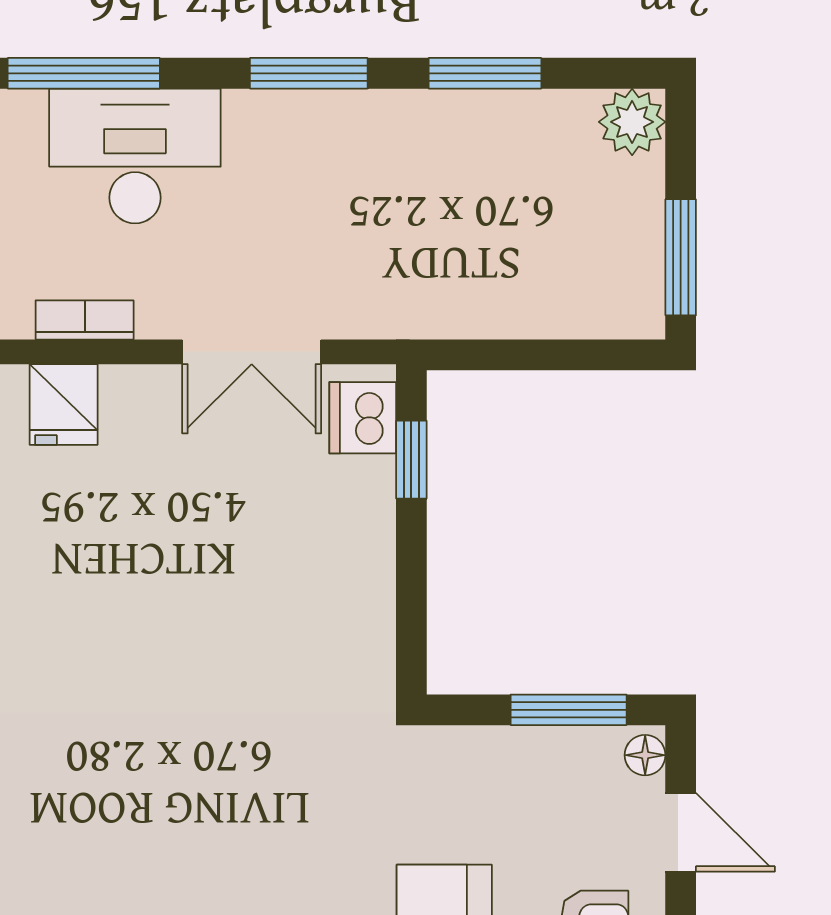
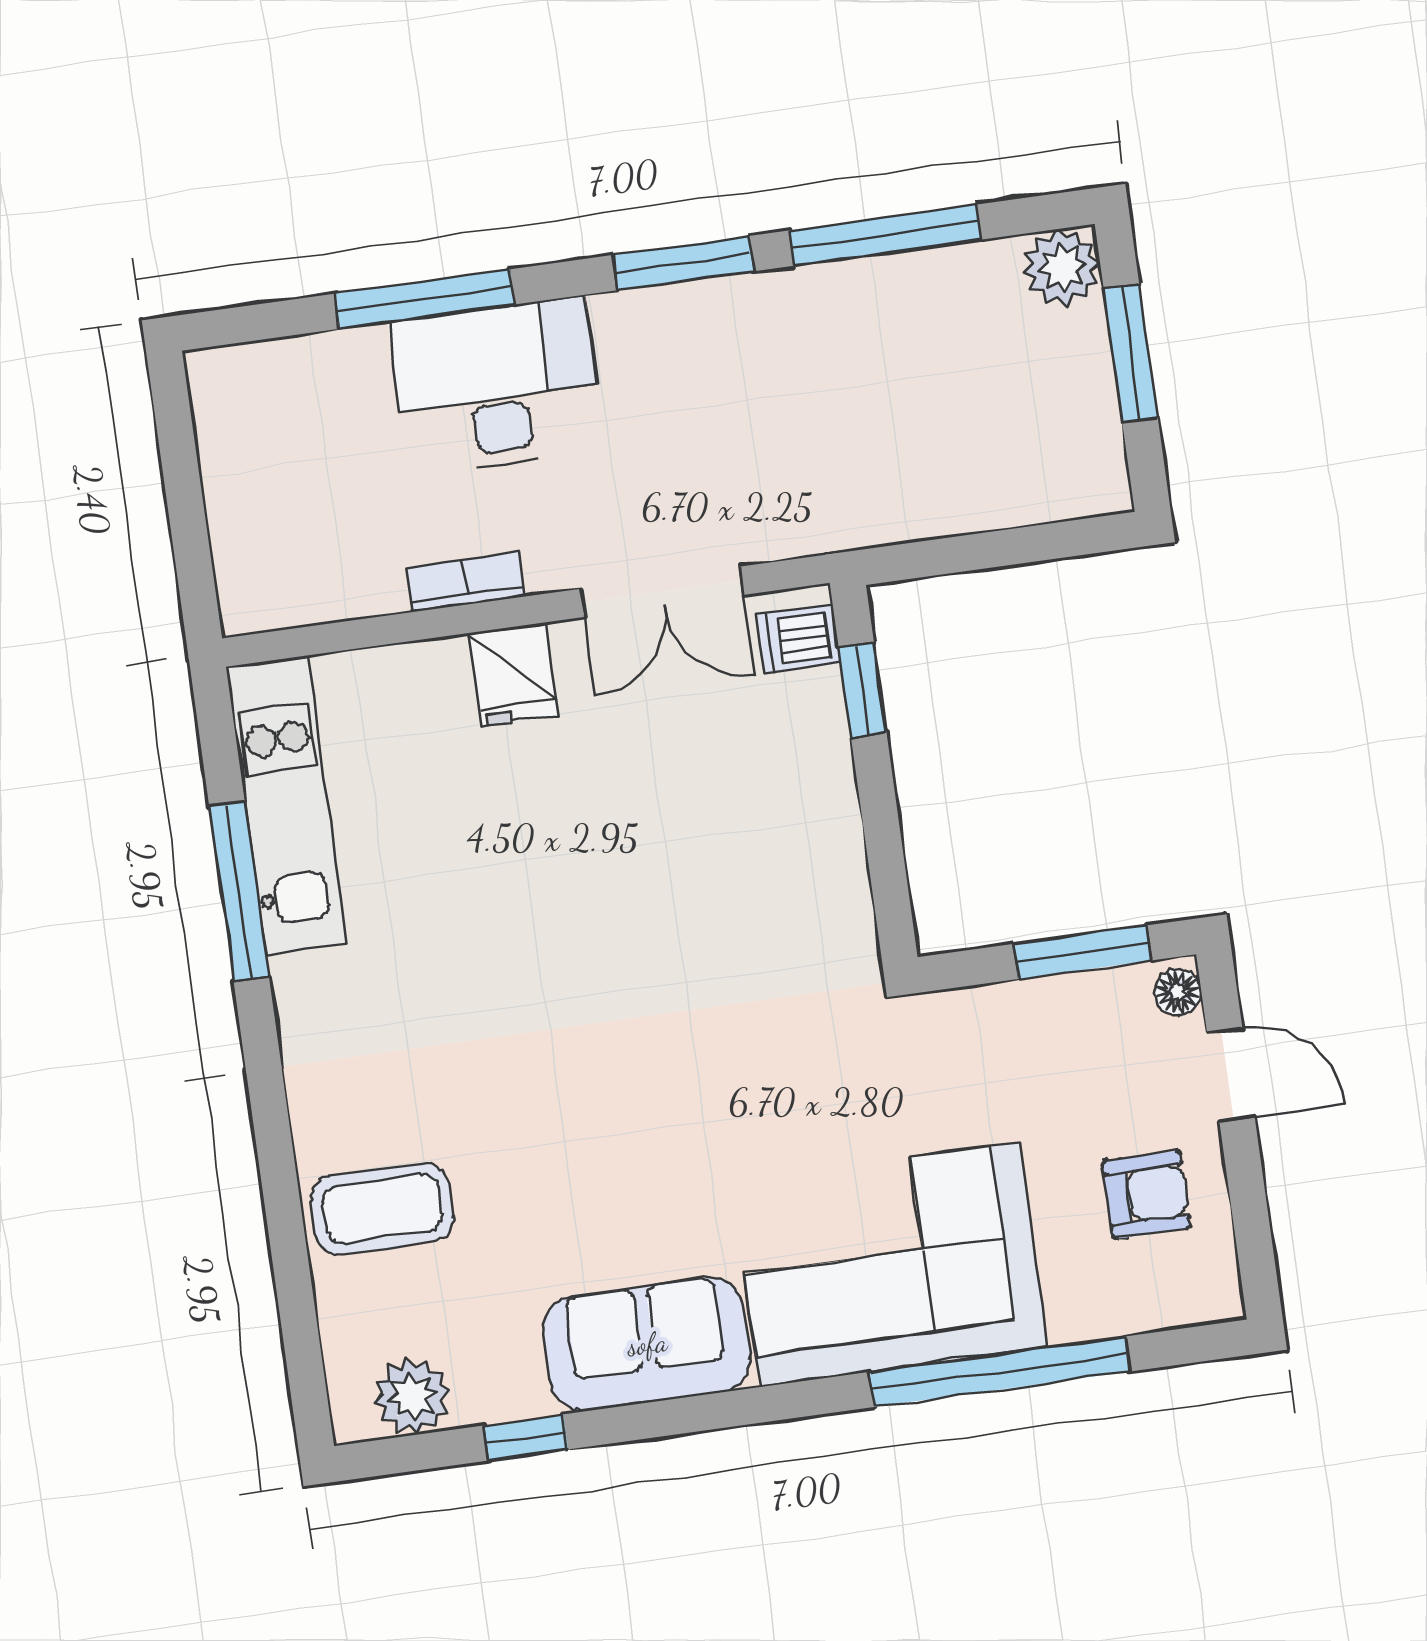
window: (485, 73) -> (885, 235), width x1.44
window: (681, 257) -> (1131, 353), moved
fridge: (64, 404) -> (513, 674), moved
dishwasher: (363, 418) -> (798, 639), width x0.73

